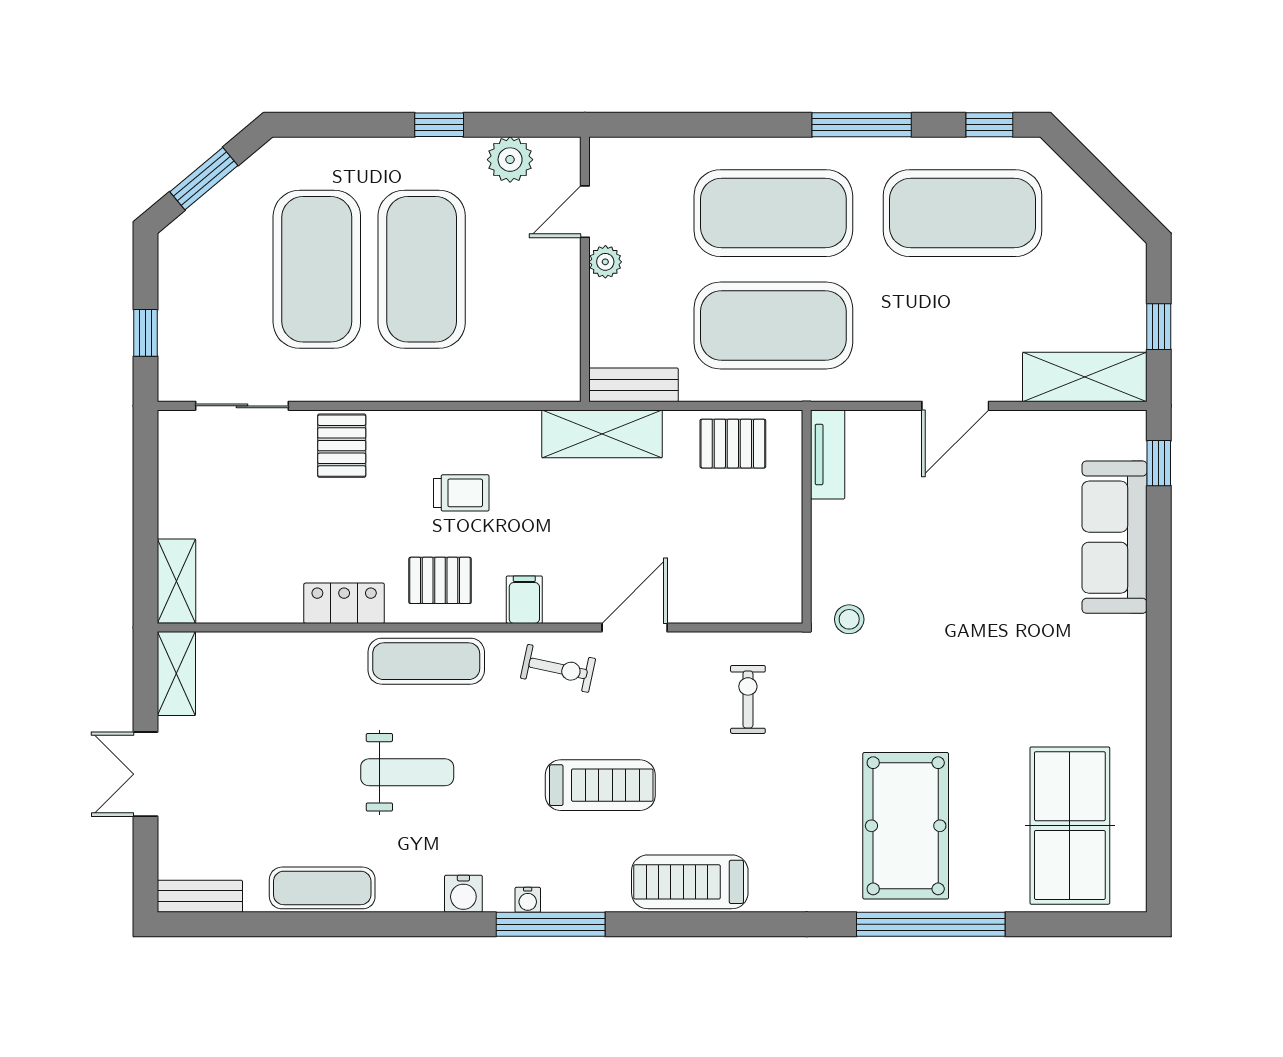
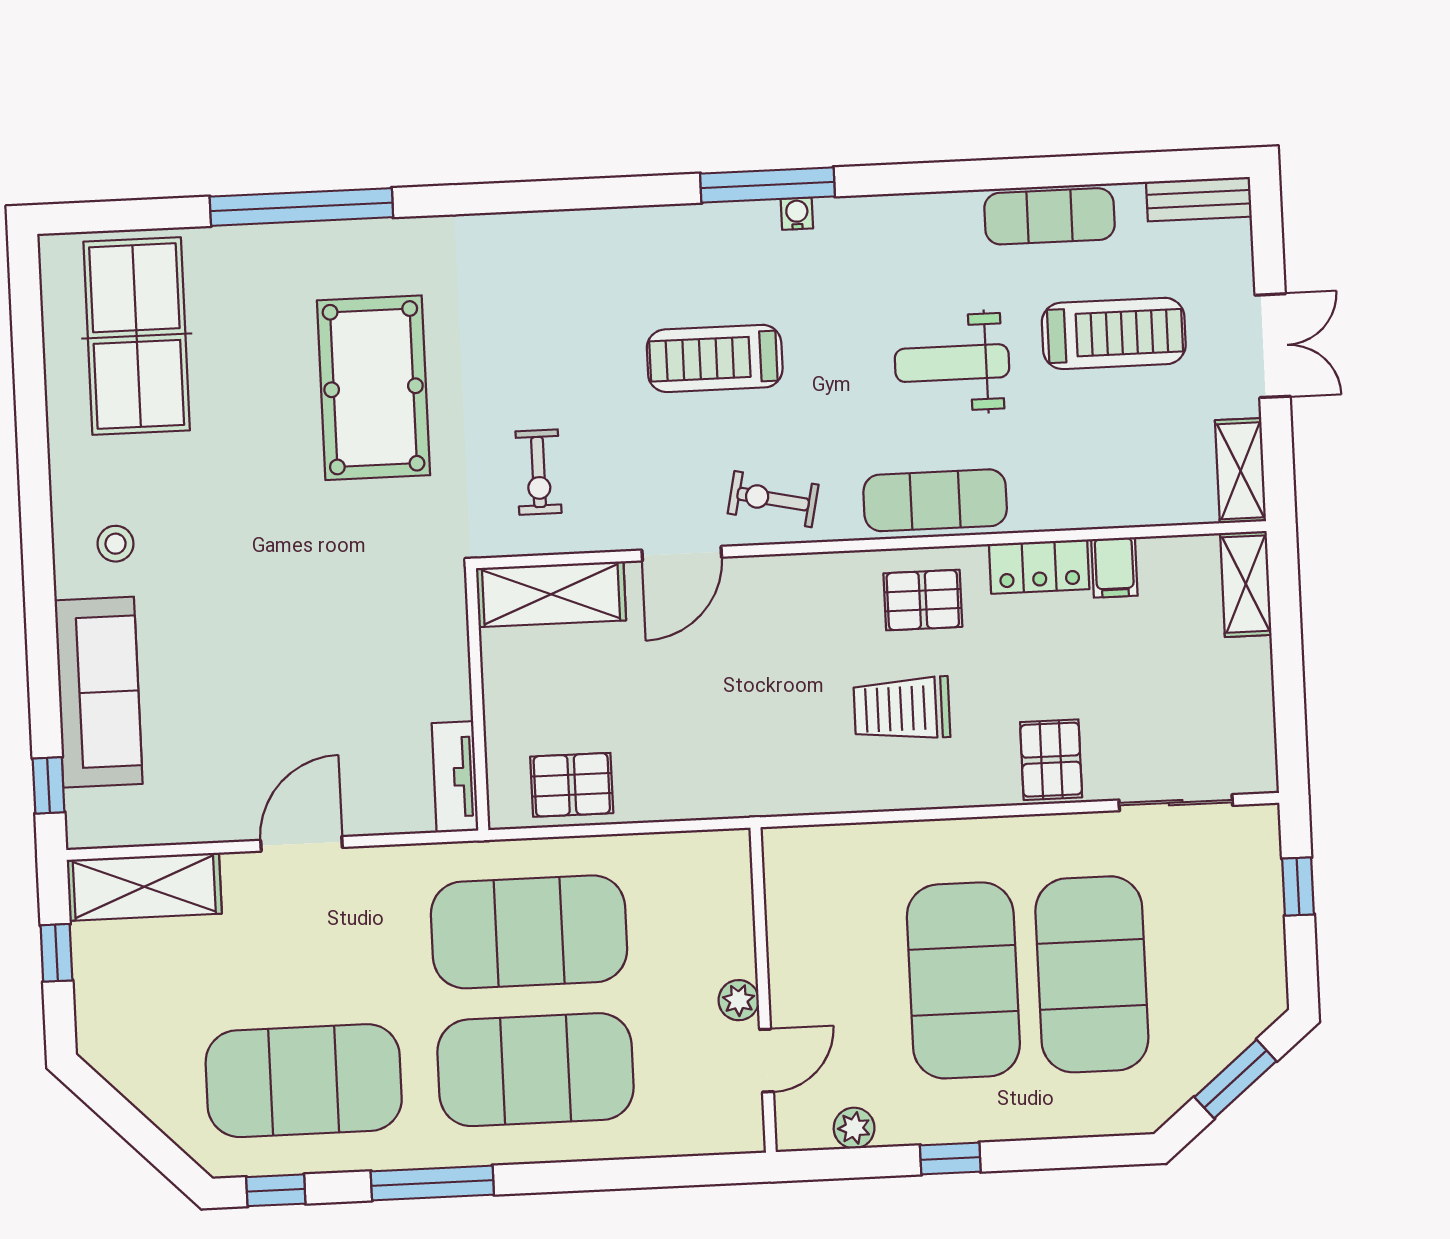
plant: (510, 160) -> (854, 1128), width x0.73, depth x0.73
bench: (634, 385) -> (697, 851), removed
shelving: (602, 434) -> (551, 594), moved
trolley: (461, 493) -> (902, 709), width x1.36, depth x1.39
filing cabinet: (524, 600) -> (1114, 567), moved
stool: (849, 619) -> (116, 544), moved
pool table: (906, 826) -> (374, 388), moved
treadmill: (690, 882) -> (1114, 333), moved
water cooler: (463, 894) -> (876, 217), removed

